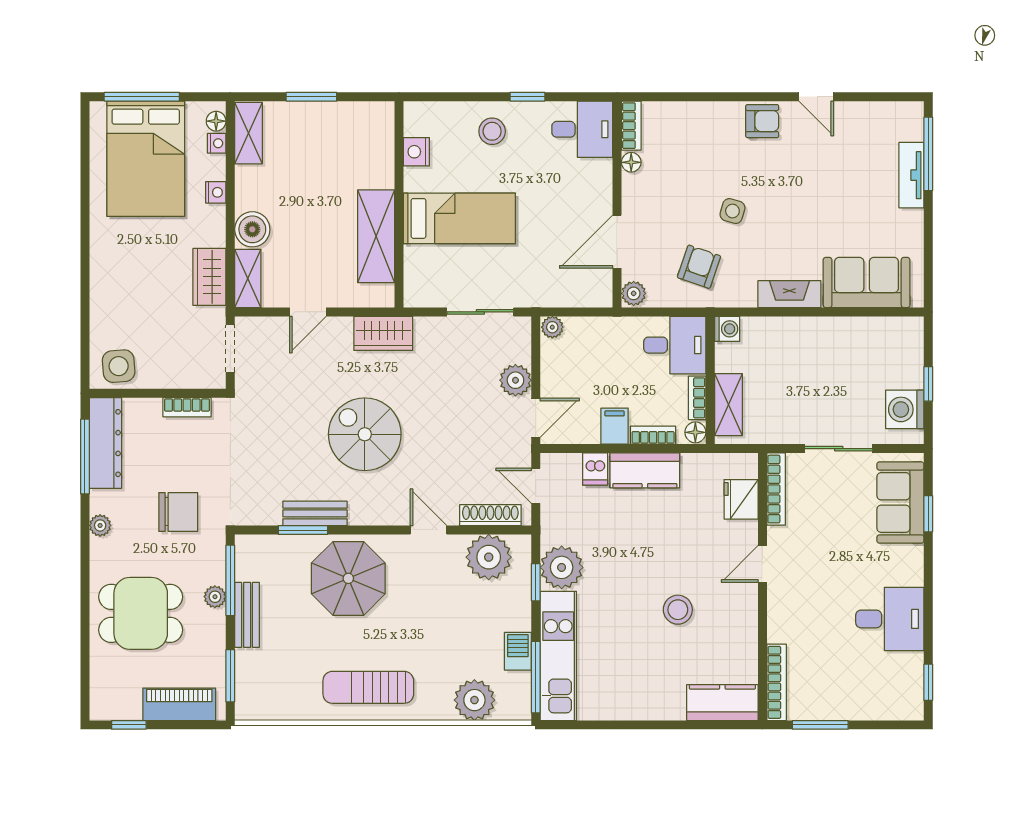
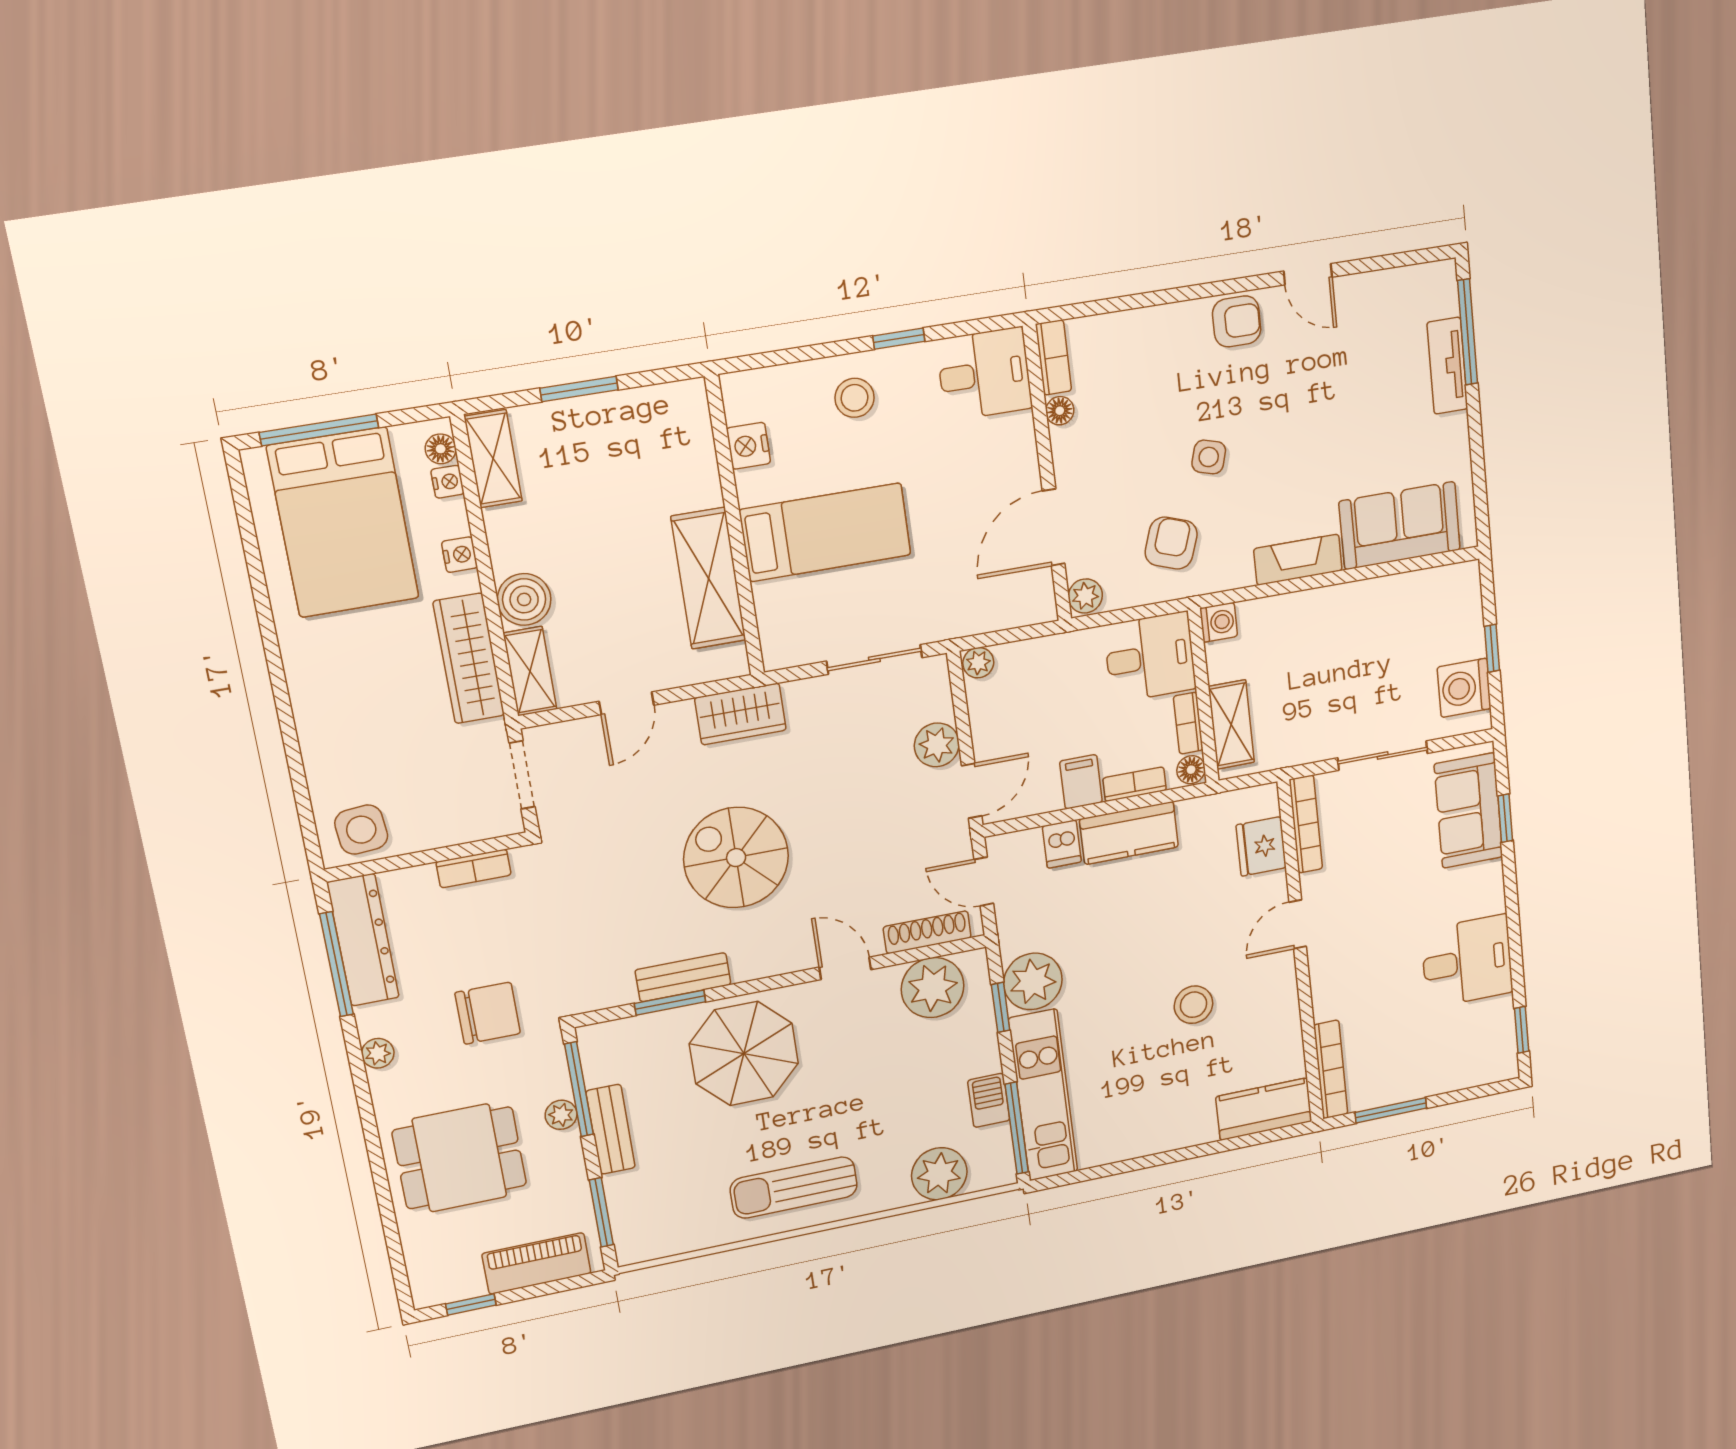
wardrobe: (209, 277) -> (469, 658), width x1.50

